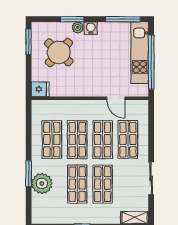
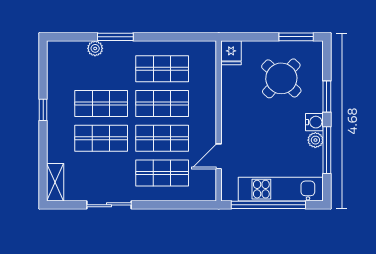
window: (123, 19) -> (327, 150), moved
plant: (78, 28) -> (315, 140), moved
plant: (42, 184) -> (95, 48), width x0.53, depth x0.53

